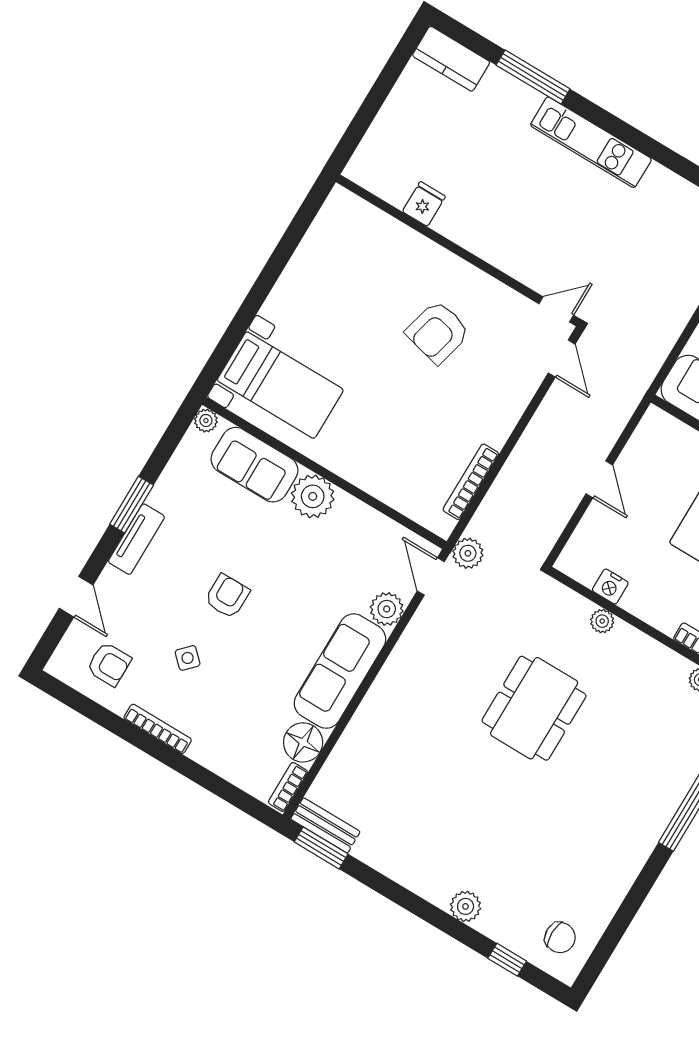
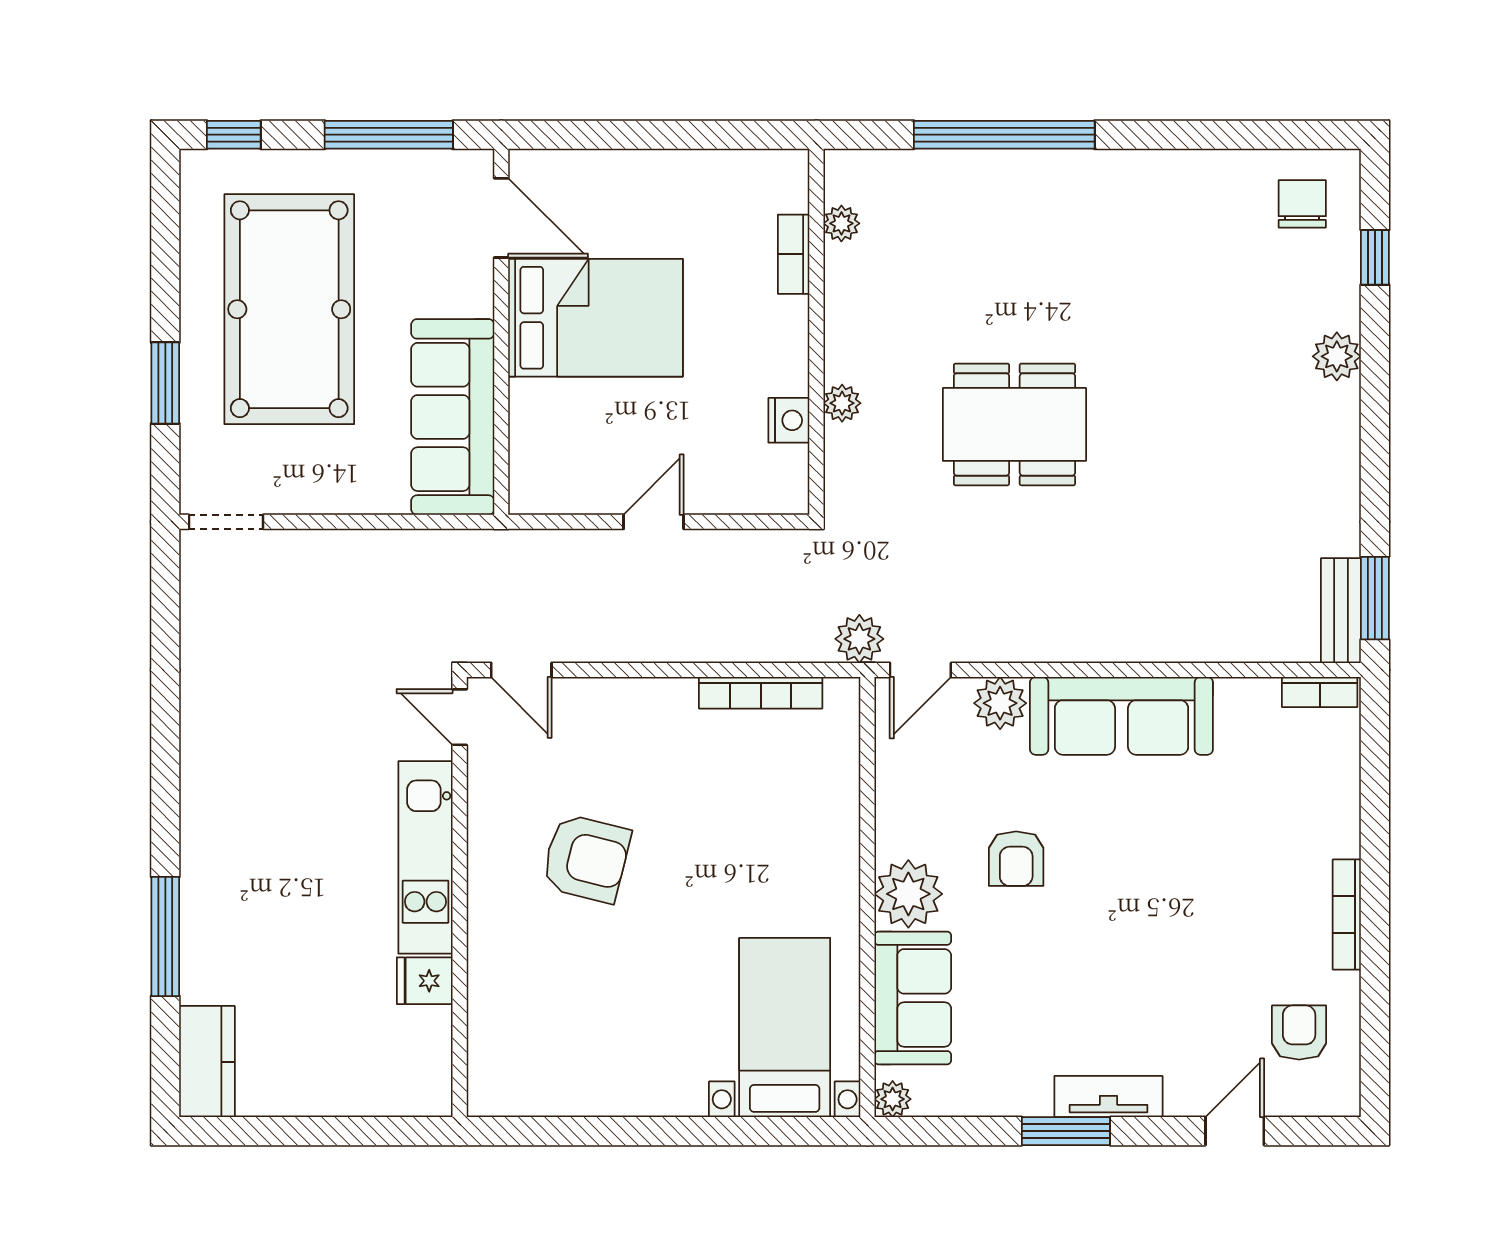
kitchen unit: (591, 142) -> (425, 857), moved, turned 180
door: (562, 359) -> (521, 670), swing flipped
armchair: (227, 596) -> (1016, 859), moved, turned -90
side table: (188, 658) -> (1227, 932), removed
floor lamp: (303, 742) -> (1247, 708), removed

